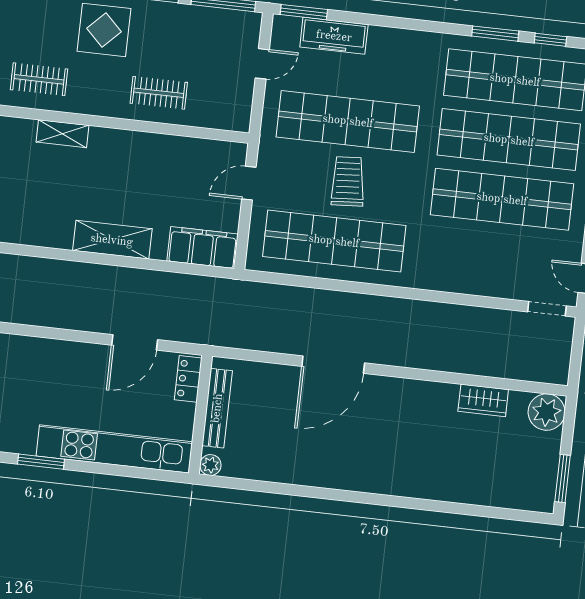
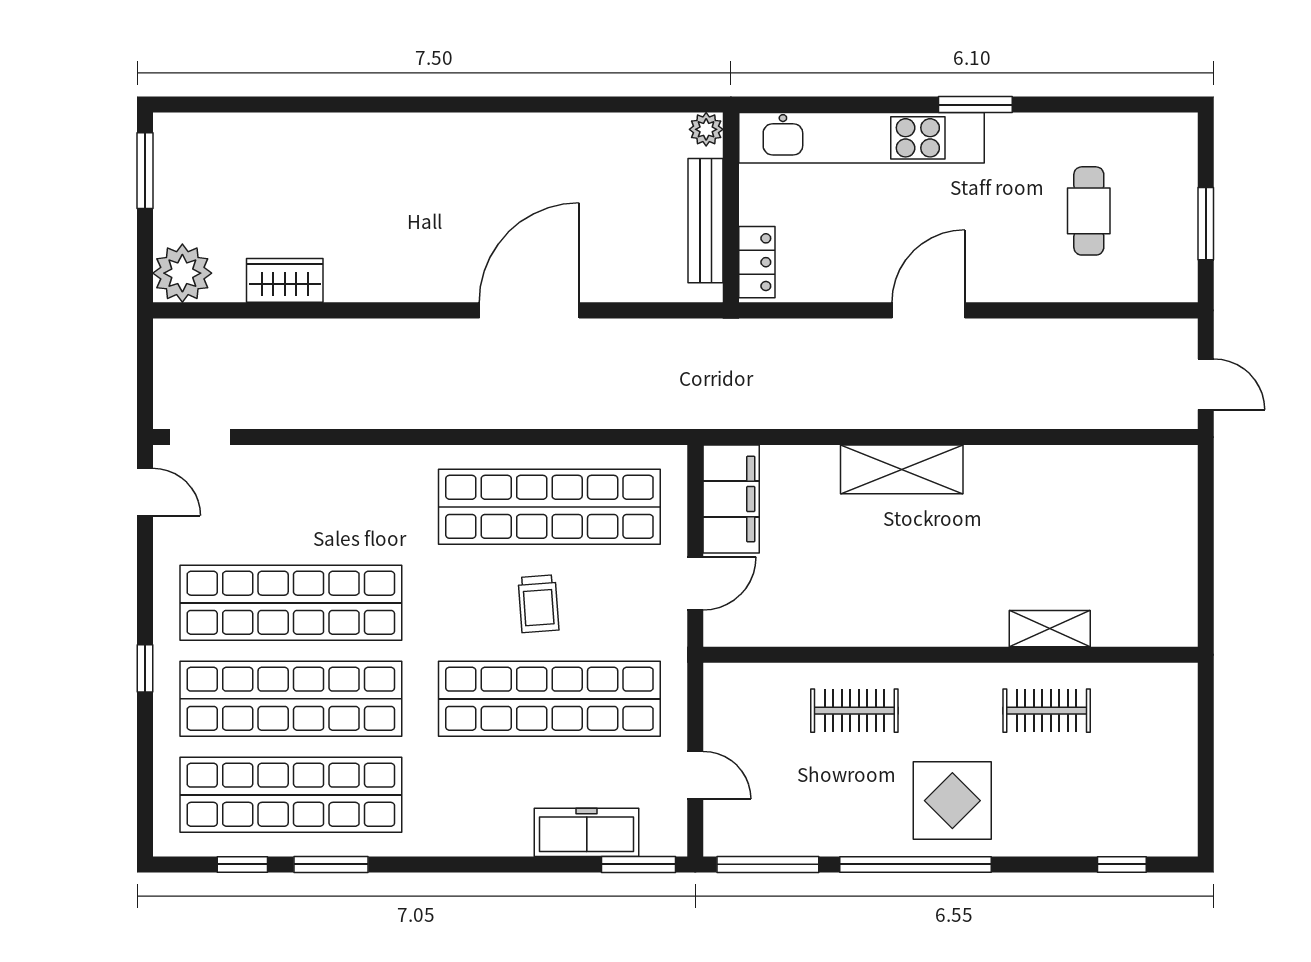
door: (262, 64) -> (695, 775), swing flipped
shelving: (63, 134) -> (1050, 629), moved
trolley: (348, 181) -> (538, 604), width x0.73, depth x0.72
filing cabinet: (203, 248) -> (731, 499), moved, turned -90
door: (135, 342) -> (928, 310), moved

